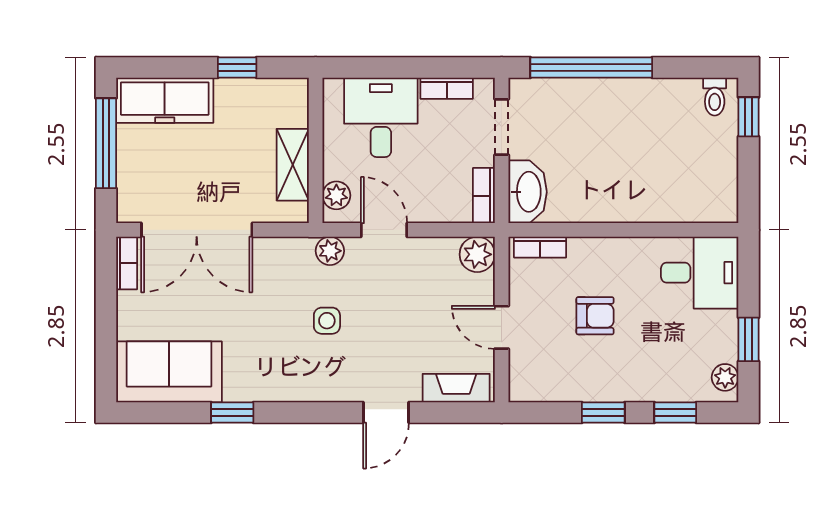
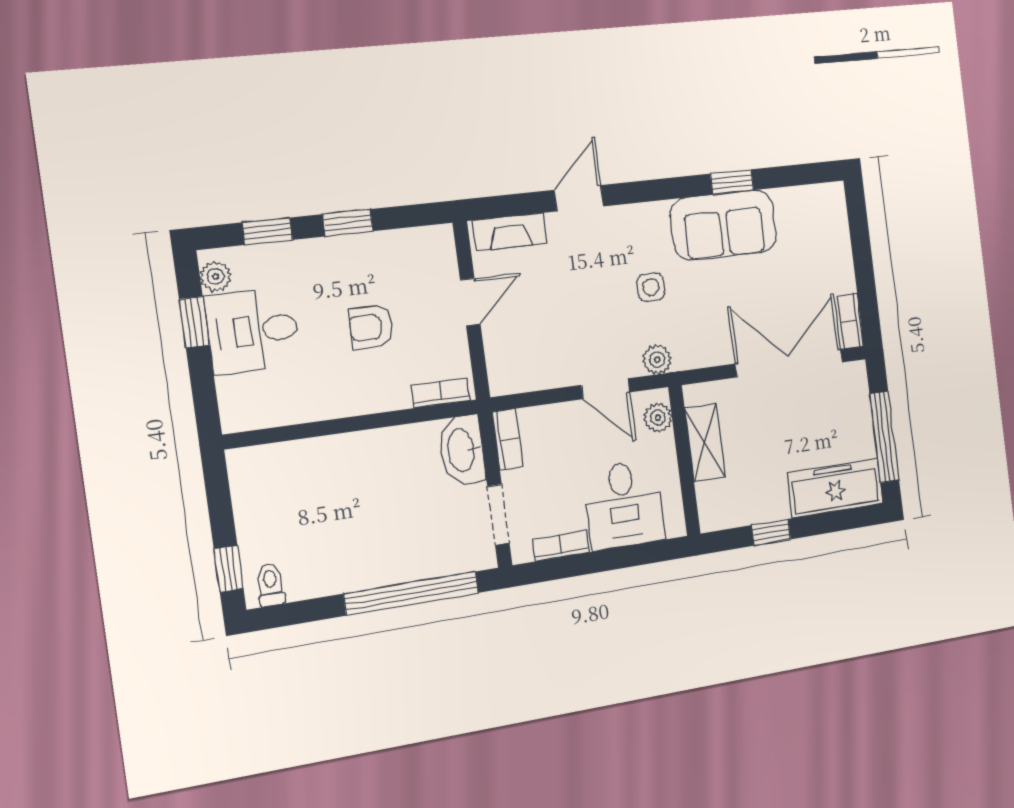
plant: (477, 254) -> (506, 376), removed
desk: (700, 273) -> (253, 331), moved
door: (502, 327) -> (470, 302), hinge flipped
sofa: (169, 372) -> (724, 225), moved

